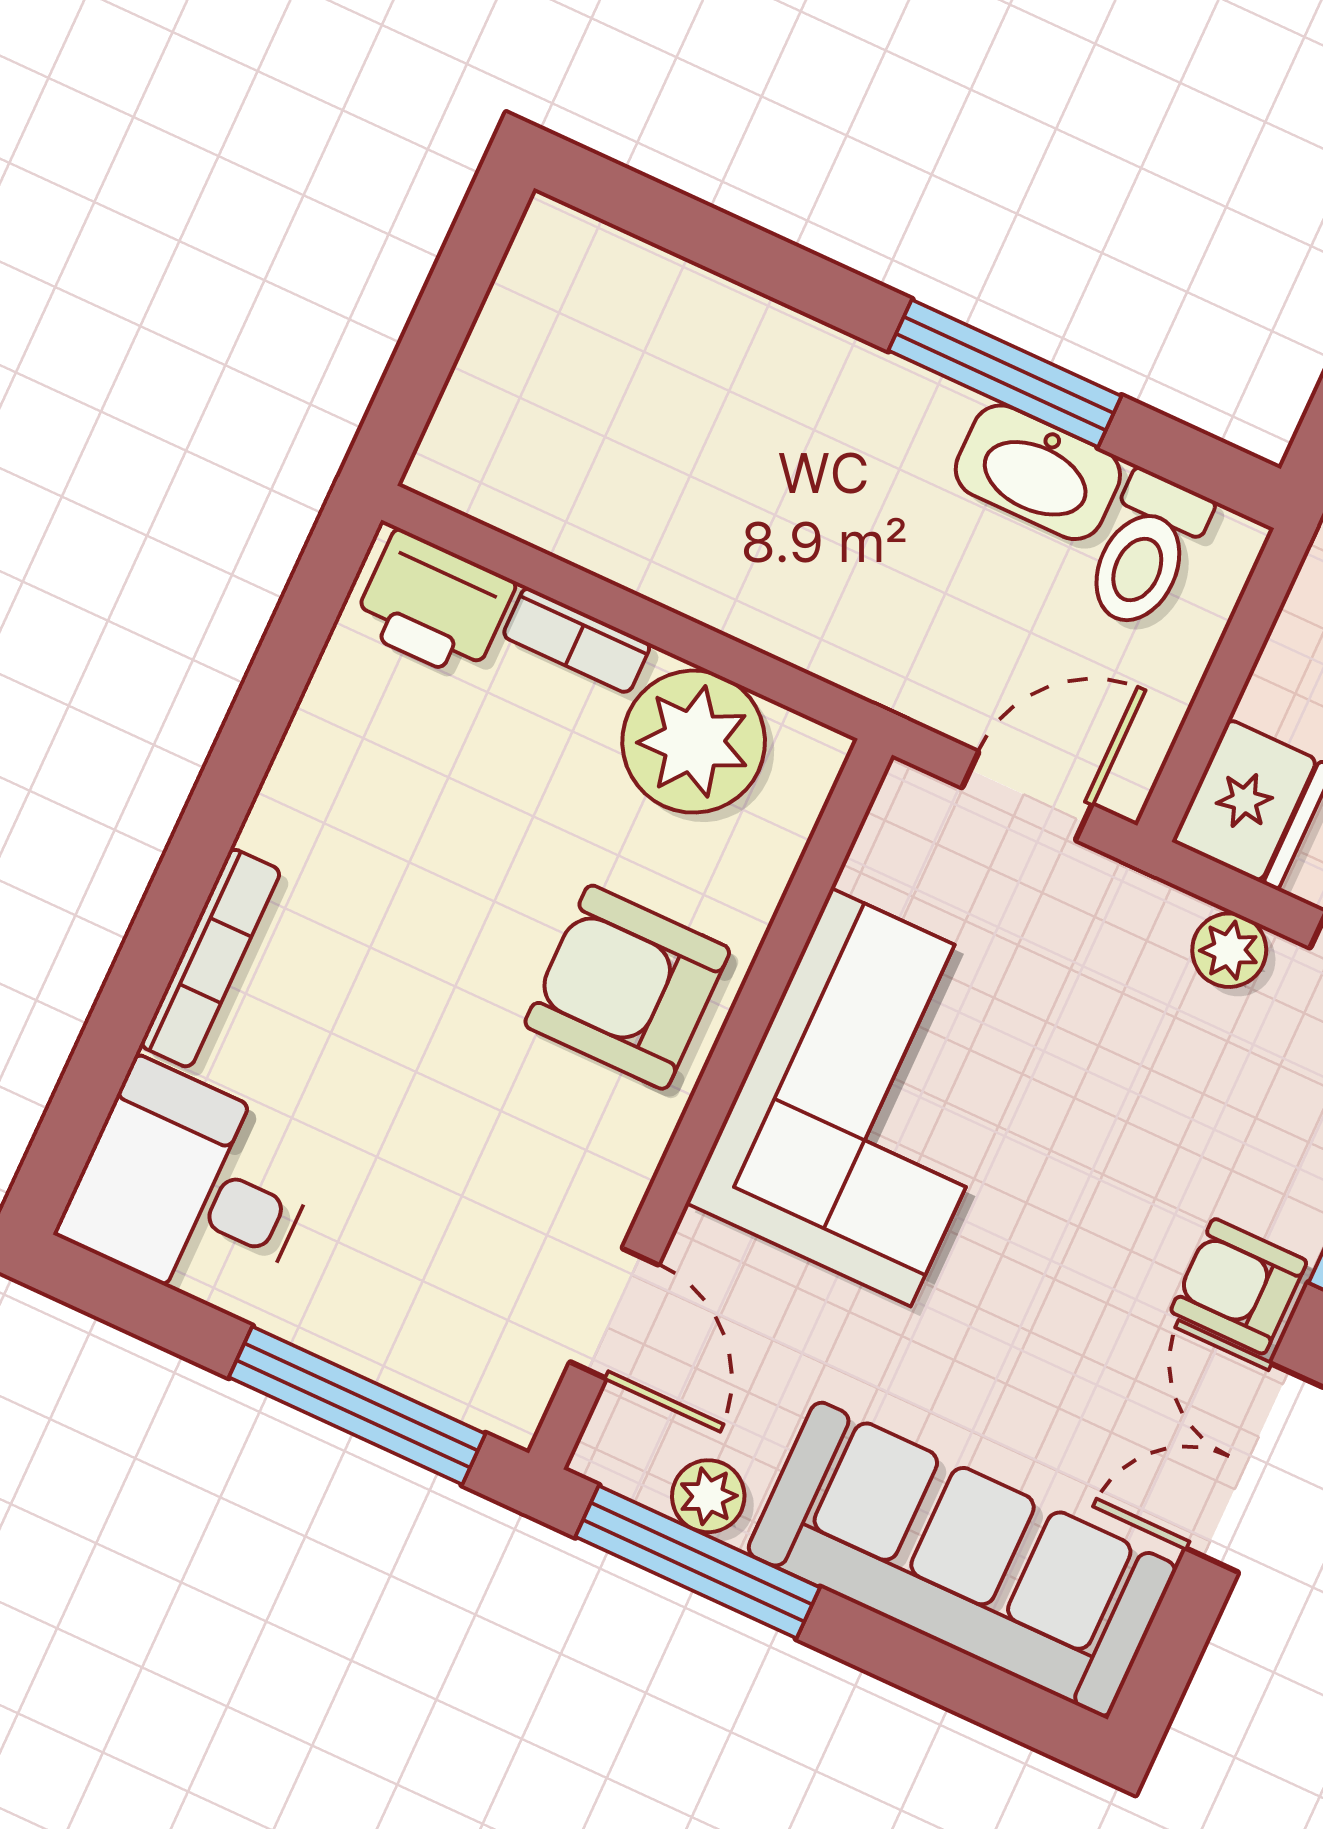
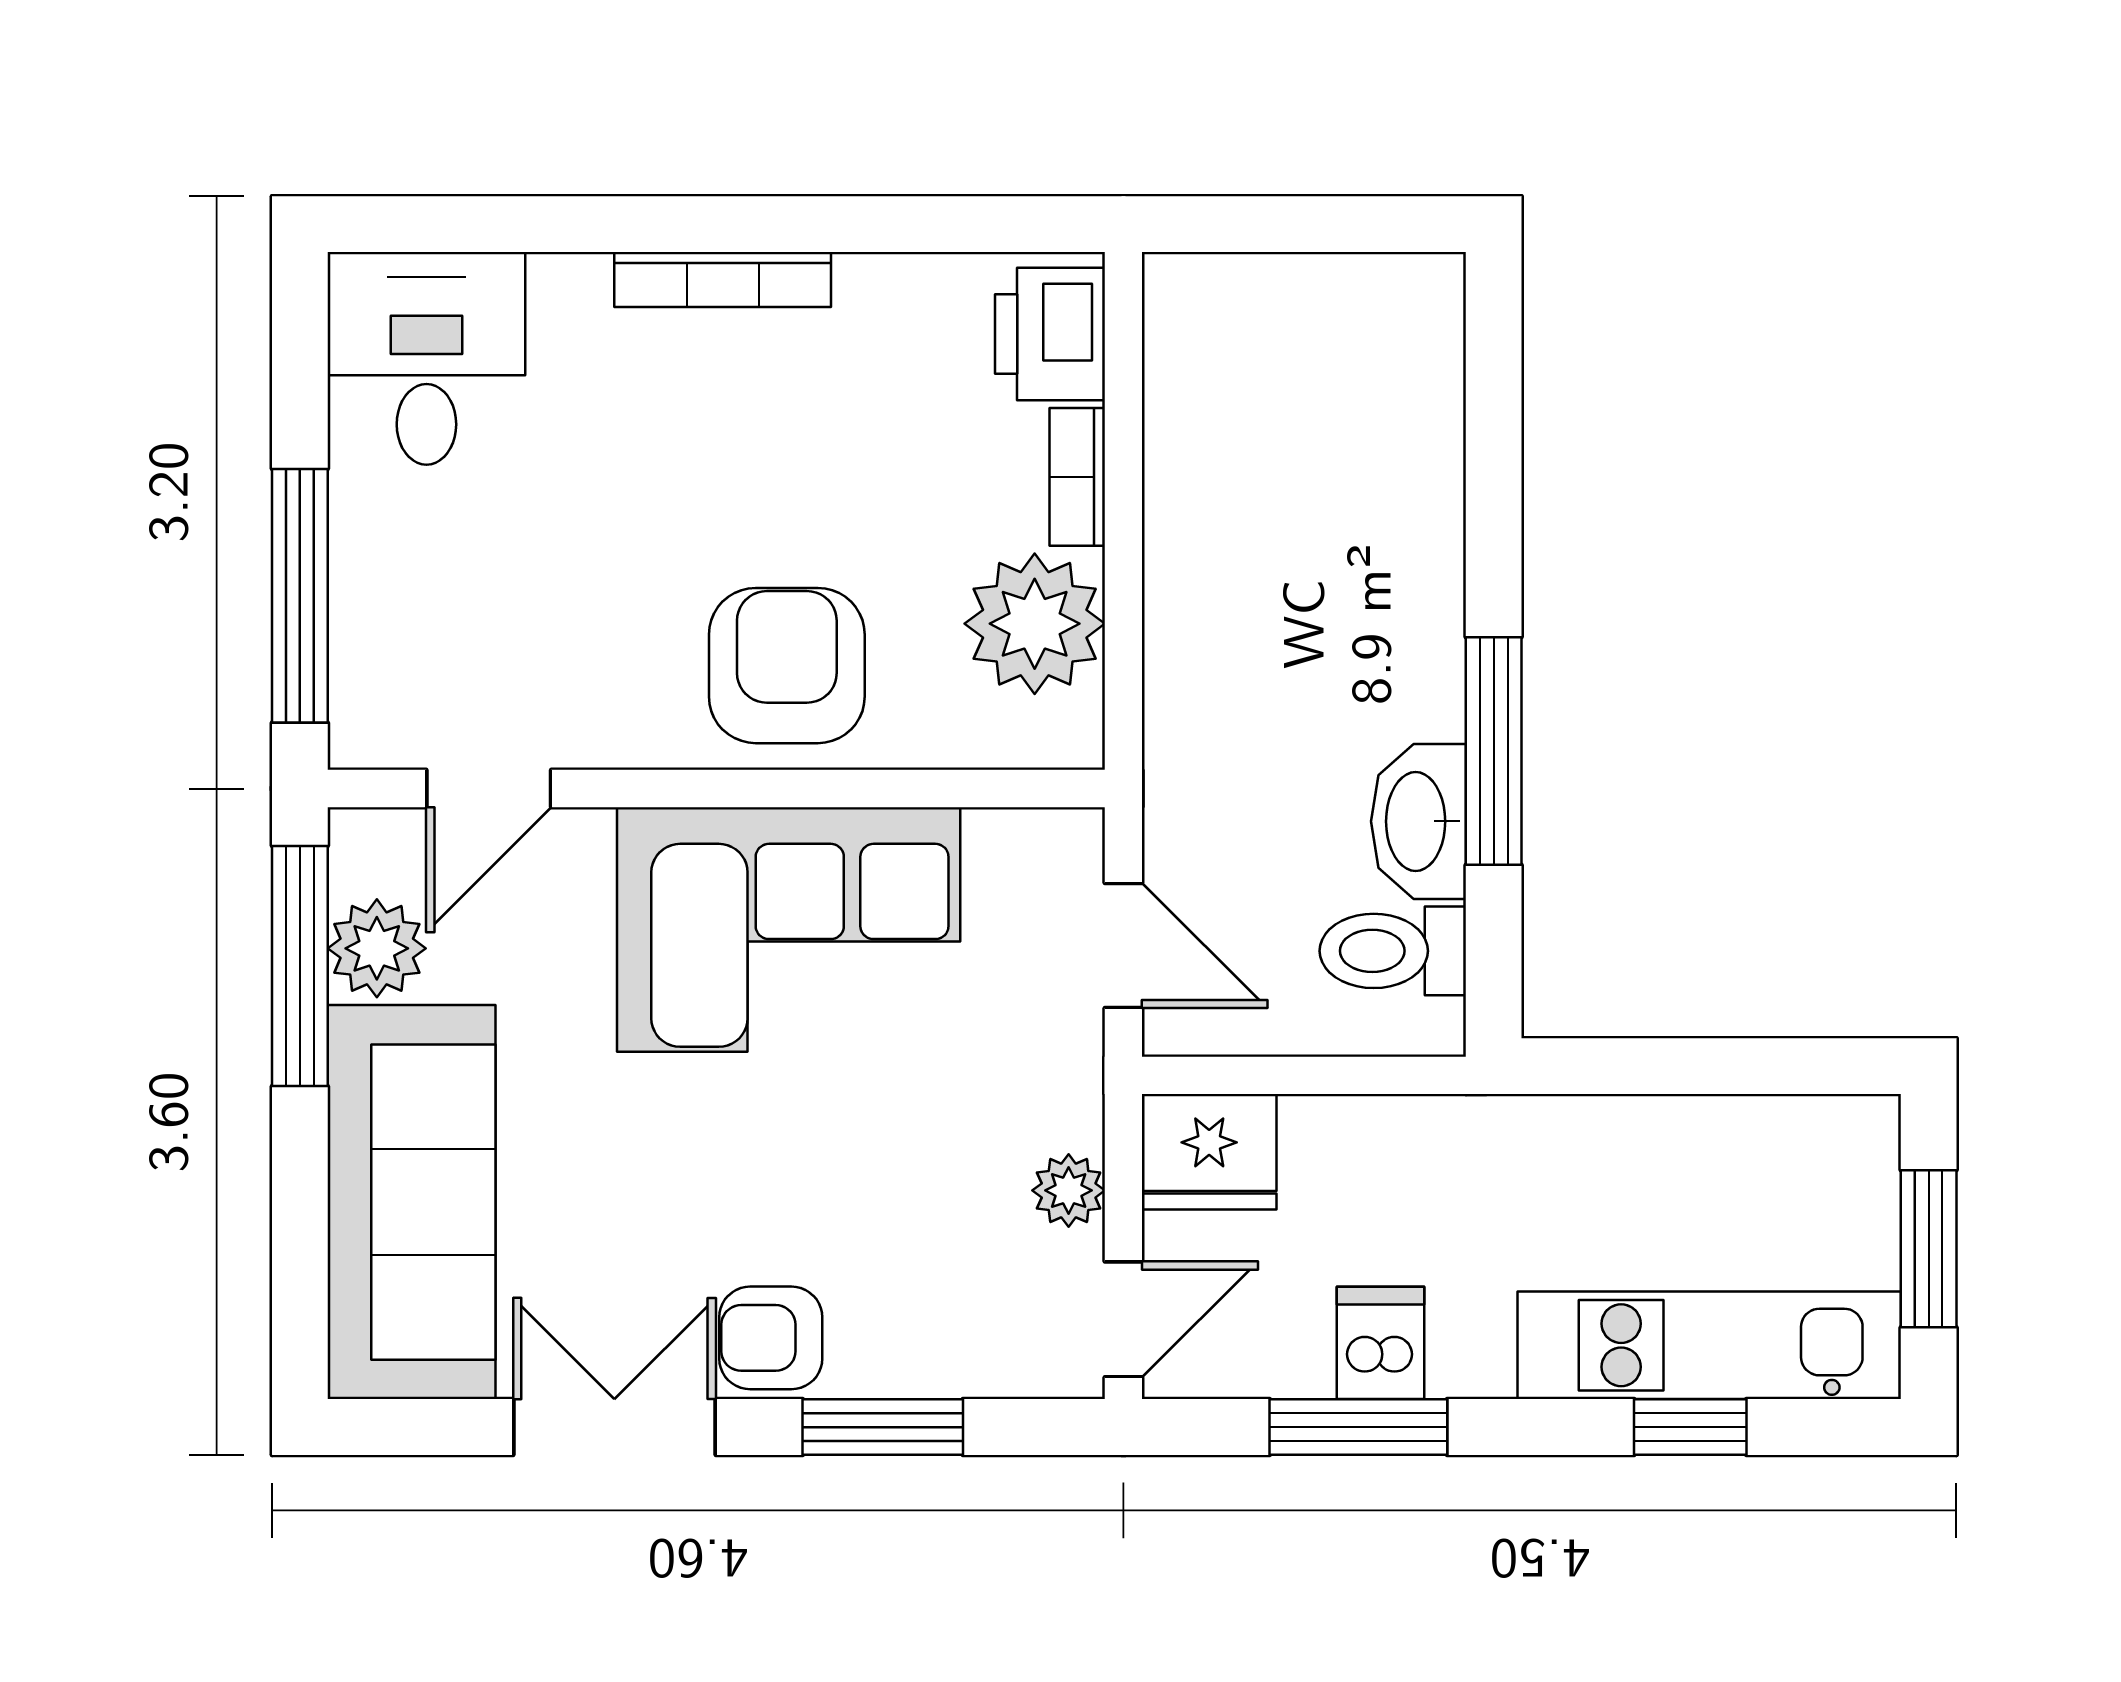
bookcase: (211, 958) -> (723, 280), moved
armchair: (1239, 1286) -> (771, 1338), turned -90
plant: (708, 1496) -> (377, 948), width x1.38, depth x1.38

